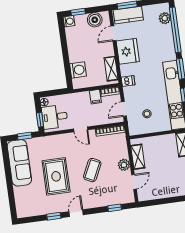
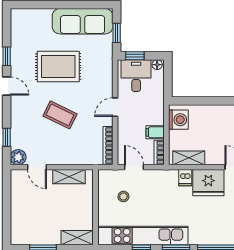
washing machine: (78, 70) -> (178, 120), moved, turned -90
dishwasher: (128, 81) -> (185, 178), moved
plant: (124, 165) -> (18, 157), moved

